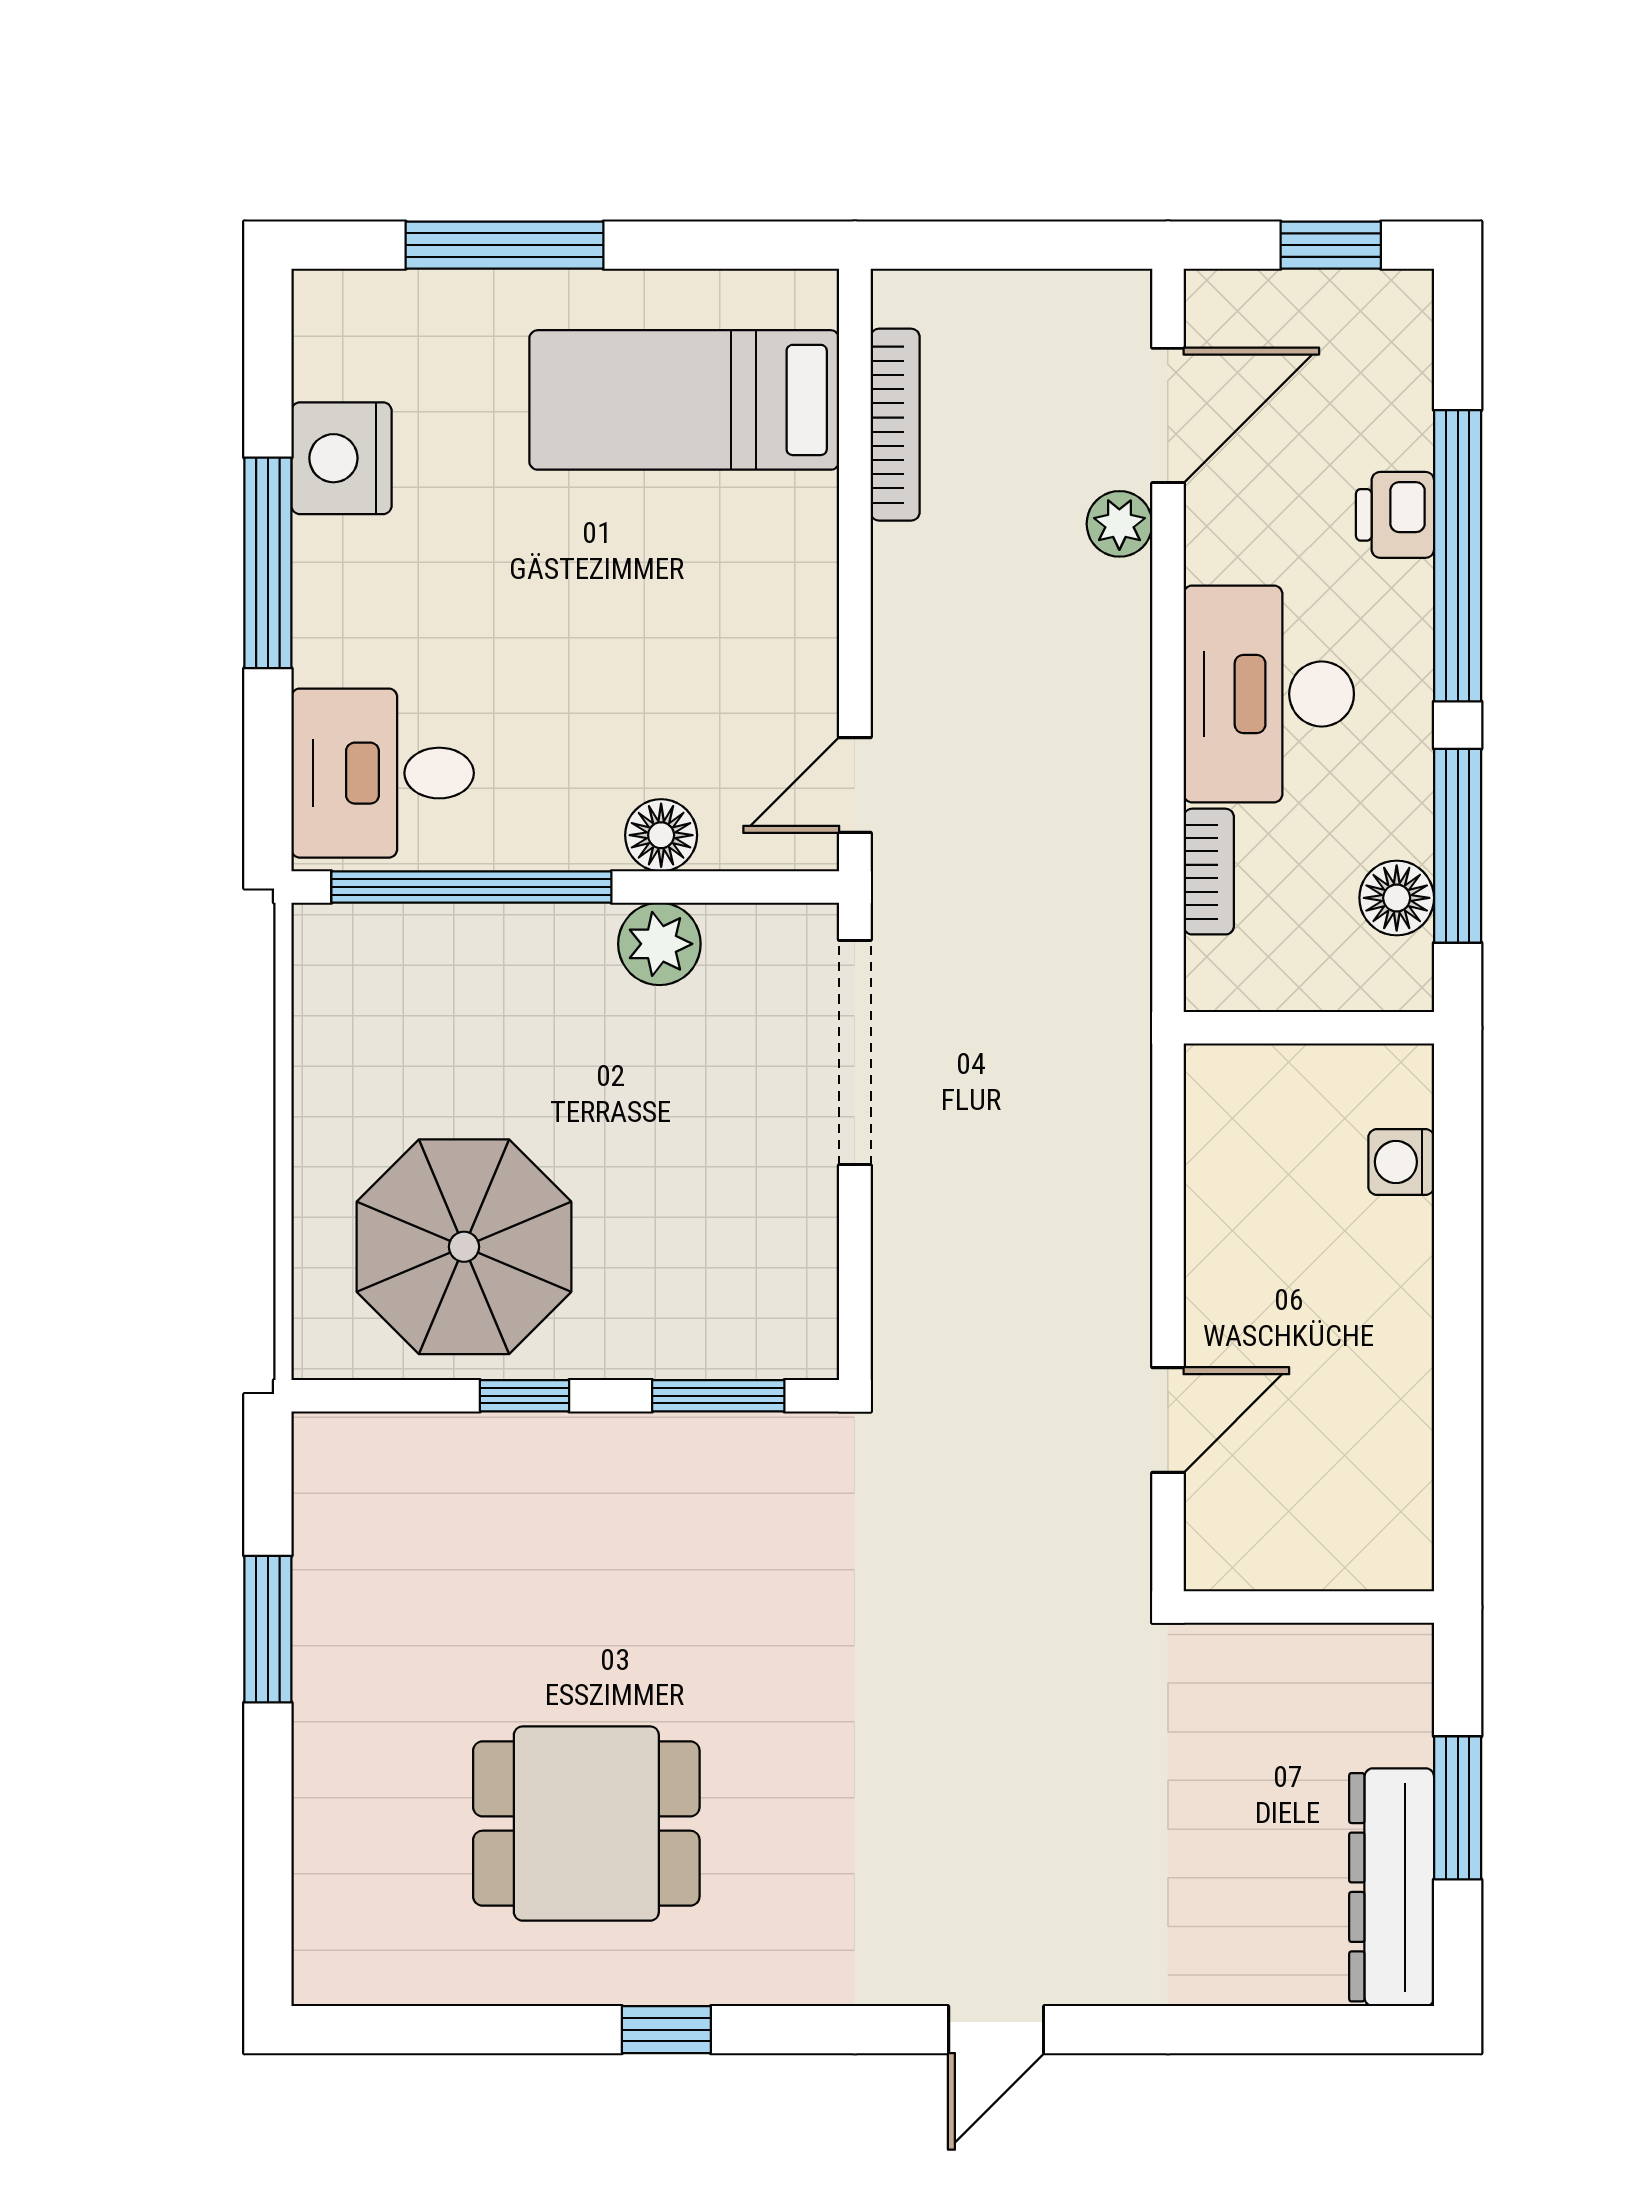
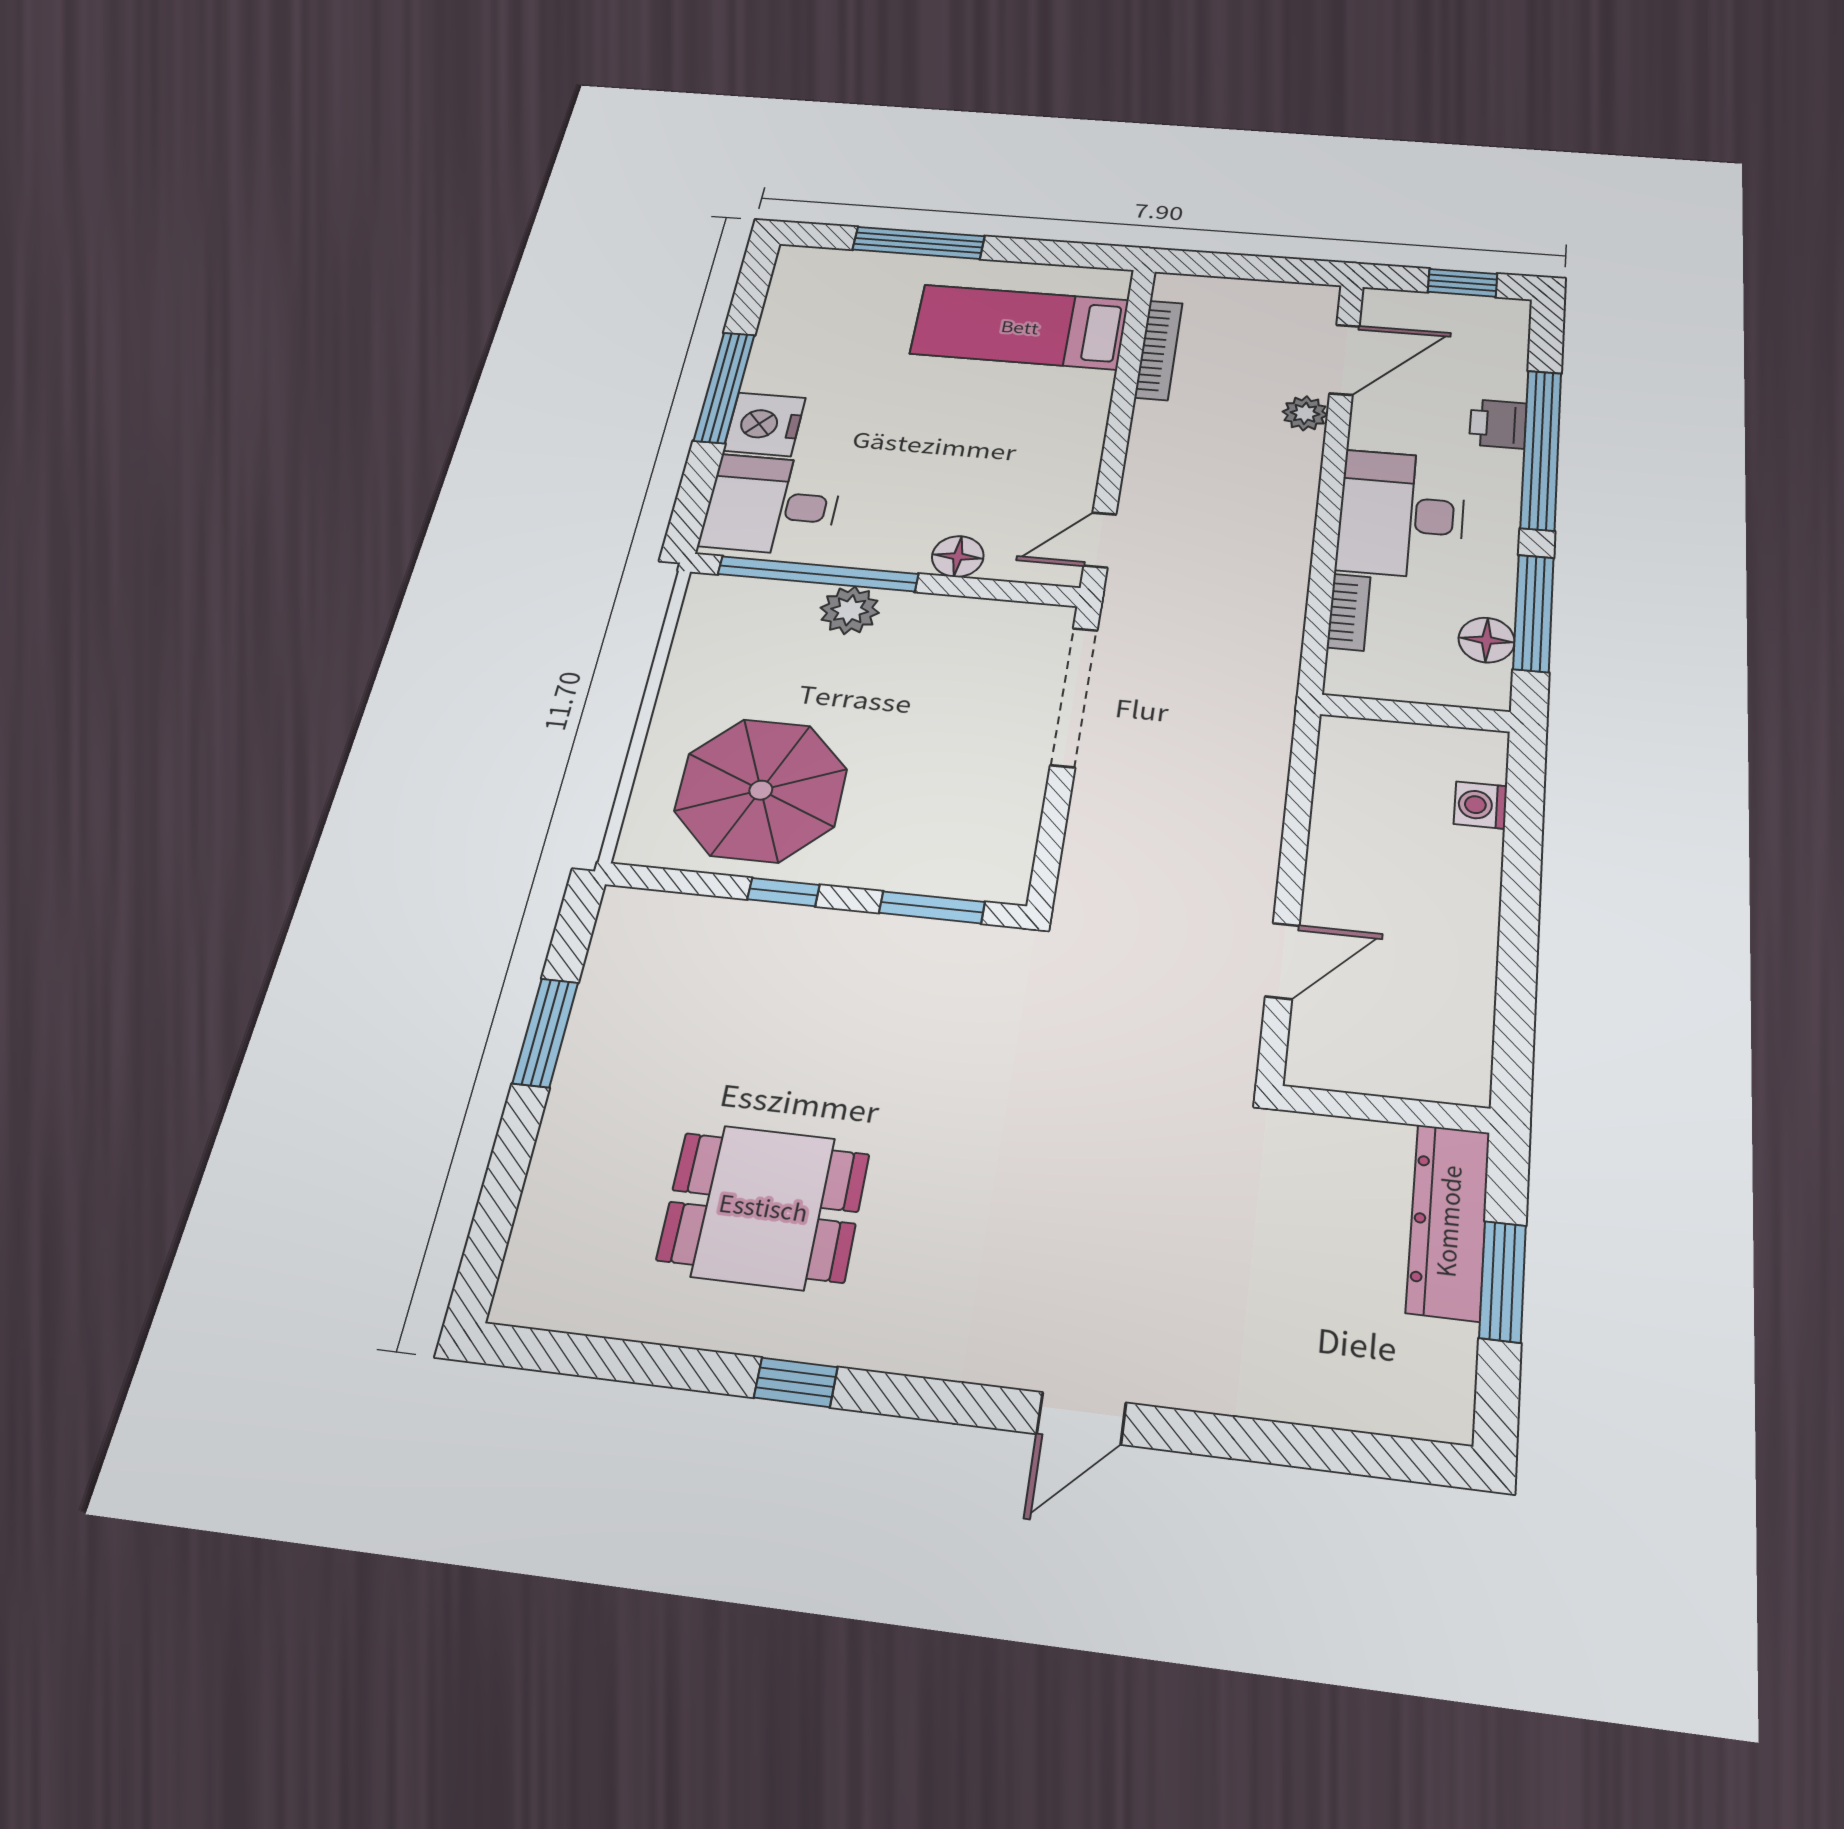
nightstand: (341, 458) -> (765, 424), moved
plant: (659, 944) -> (850, 610), moved
dresser: (1392, 1887) -> (1448, 1221), moved

